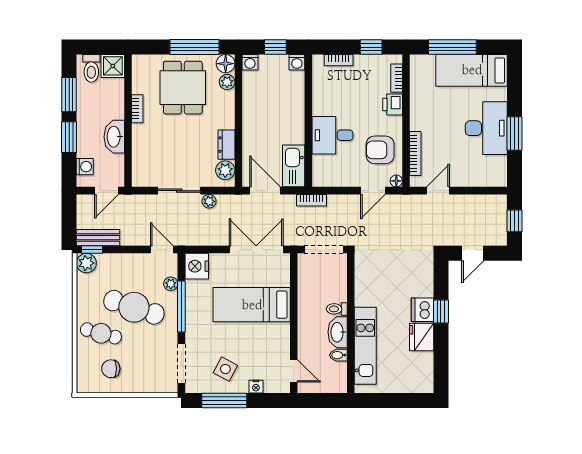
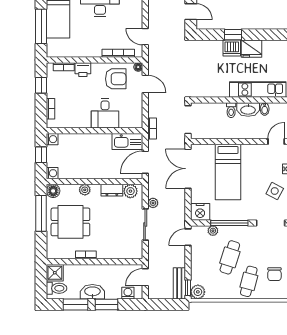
plant: (227, 82) -> (85, 190), moved
washbasin: (114, 137) -> (92, 292), moved, turned 180
armchair: (380, 150) -> (116, 79), turned -90
door: (106, 191) -> (145, 277), swing flipped
cafe table: (134, 307) -> (230, 257), width x0.73, depth x0.74

